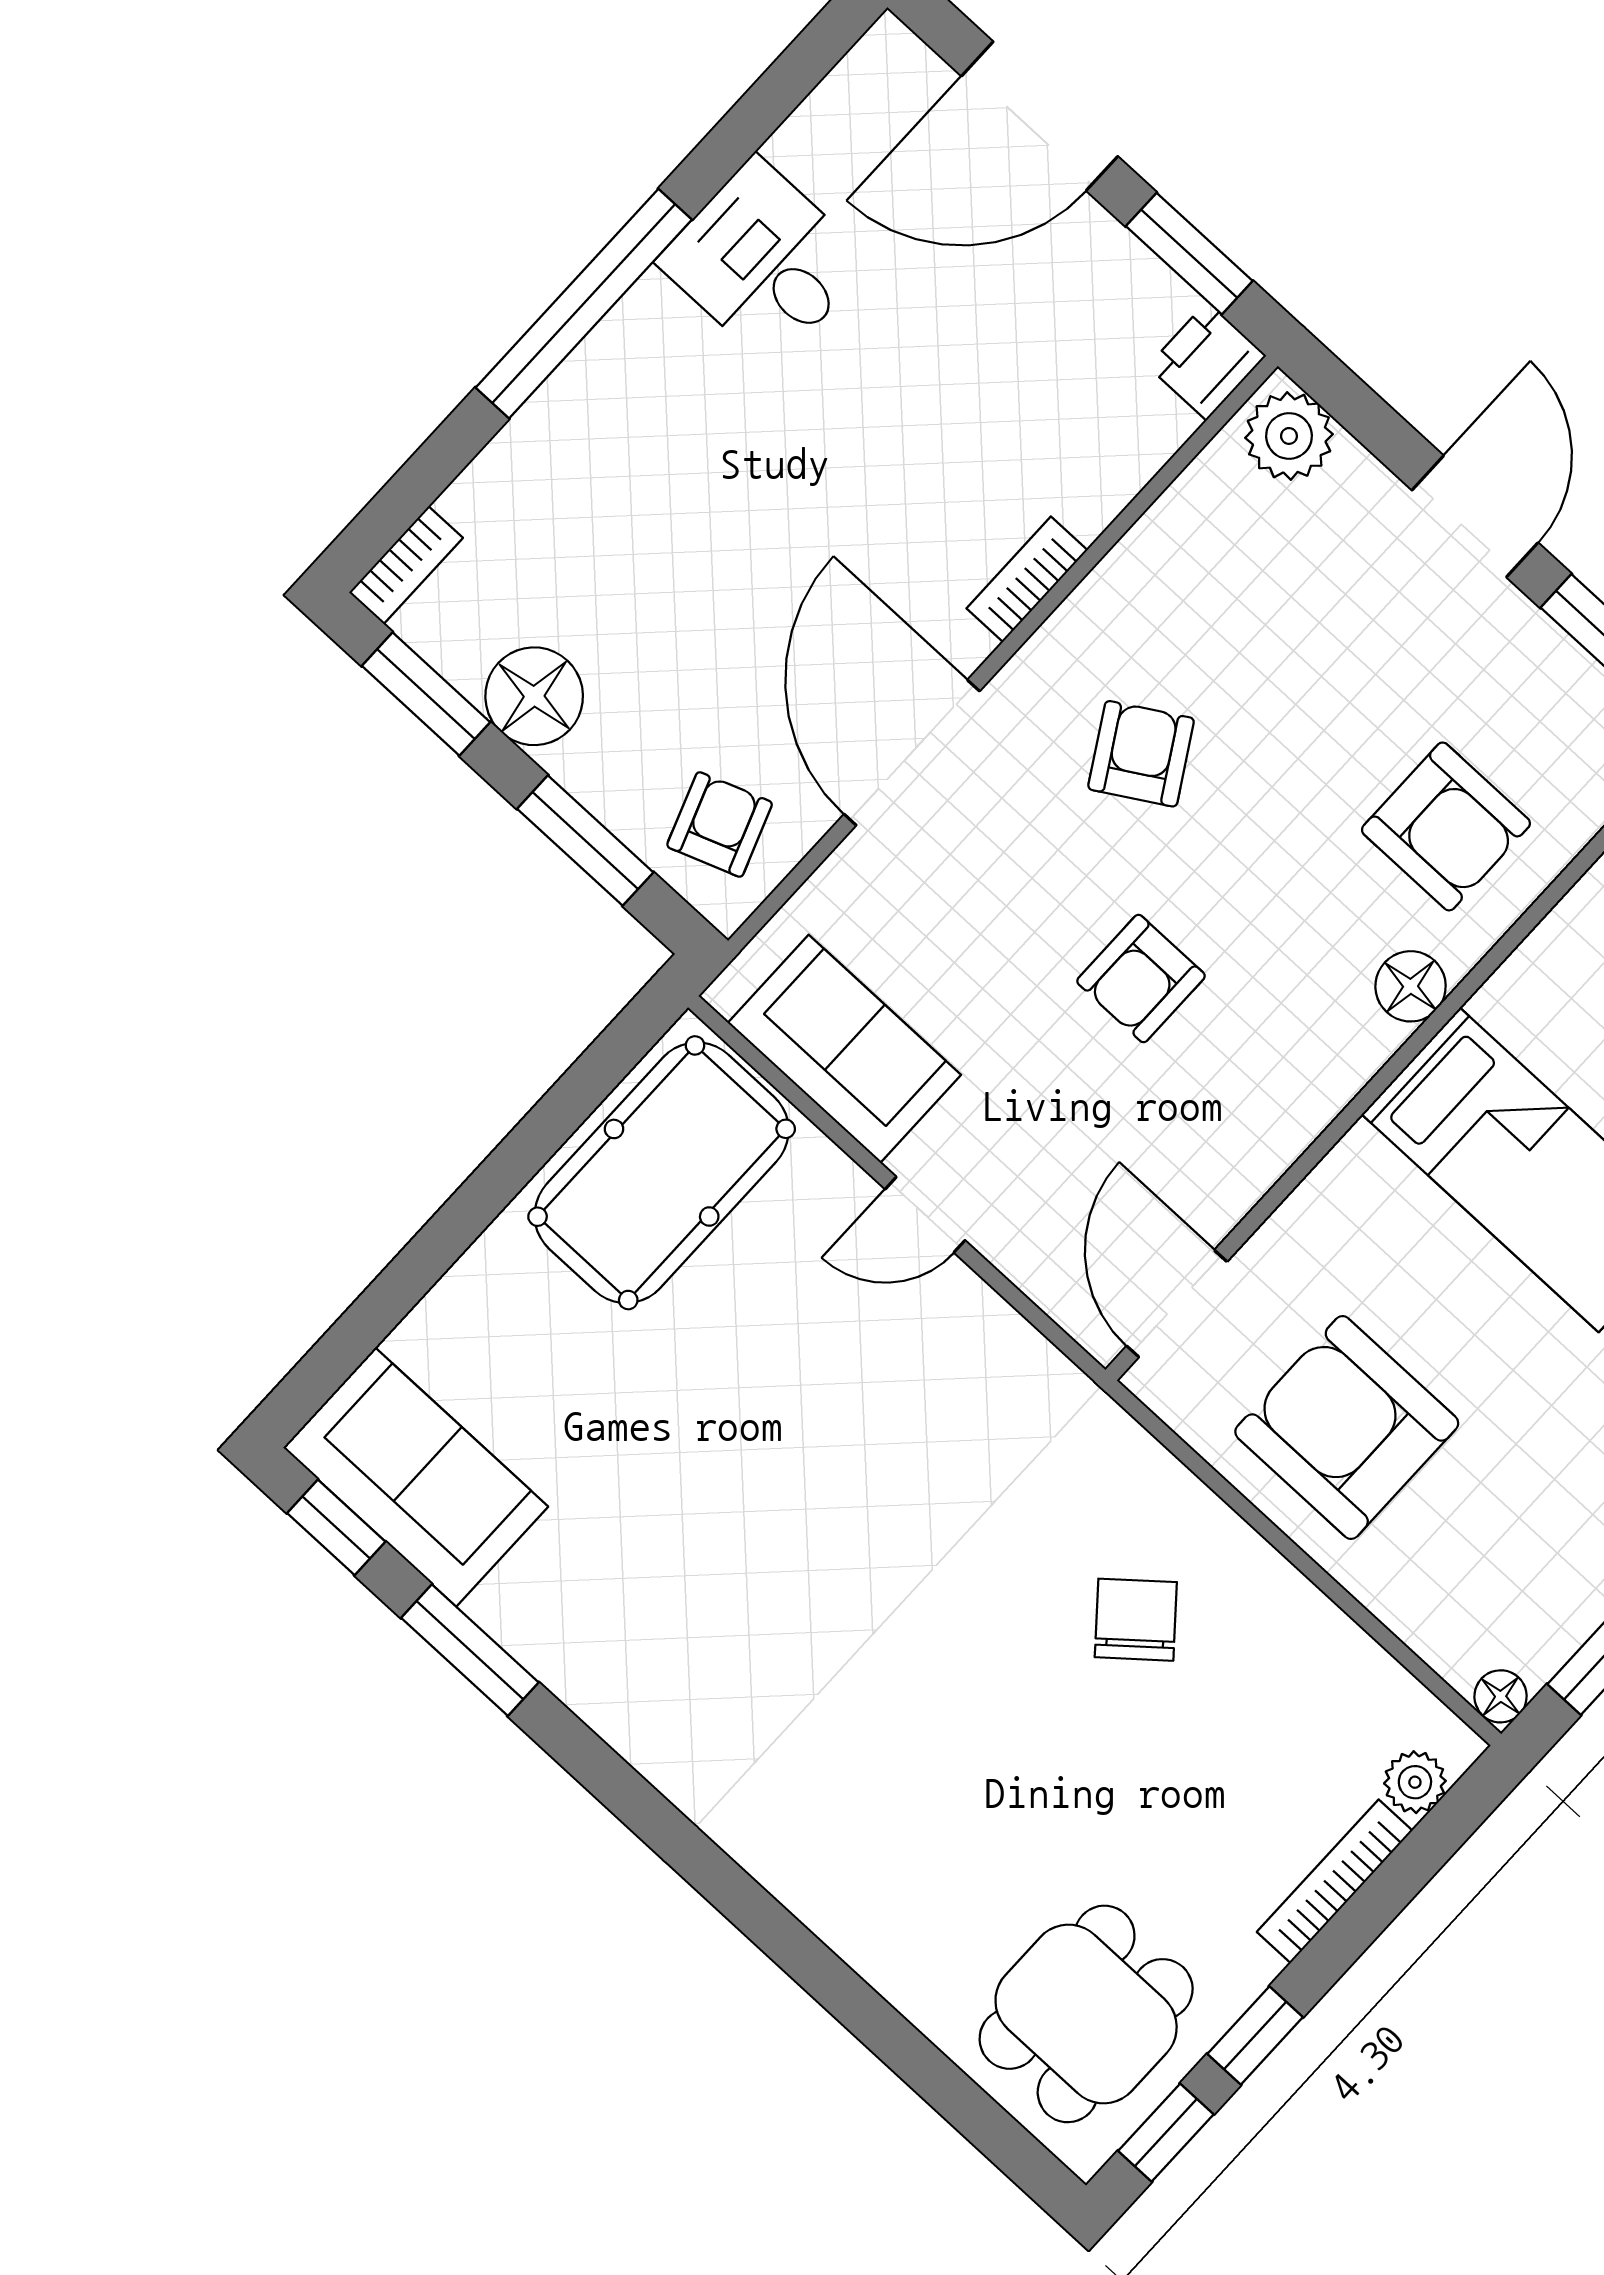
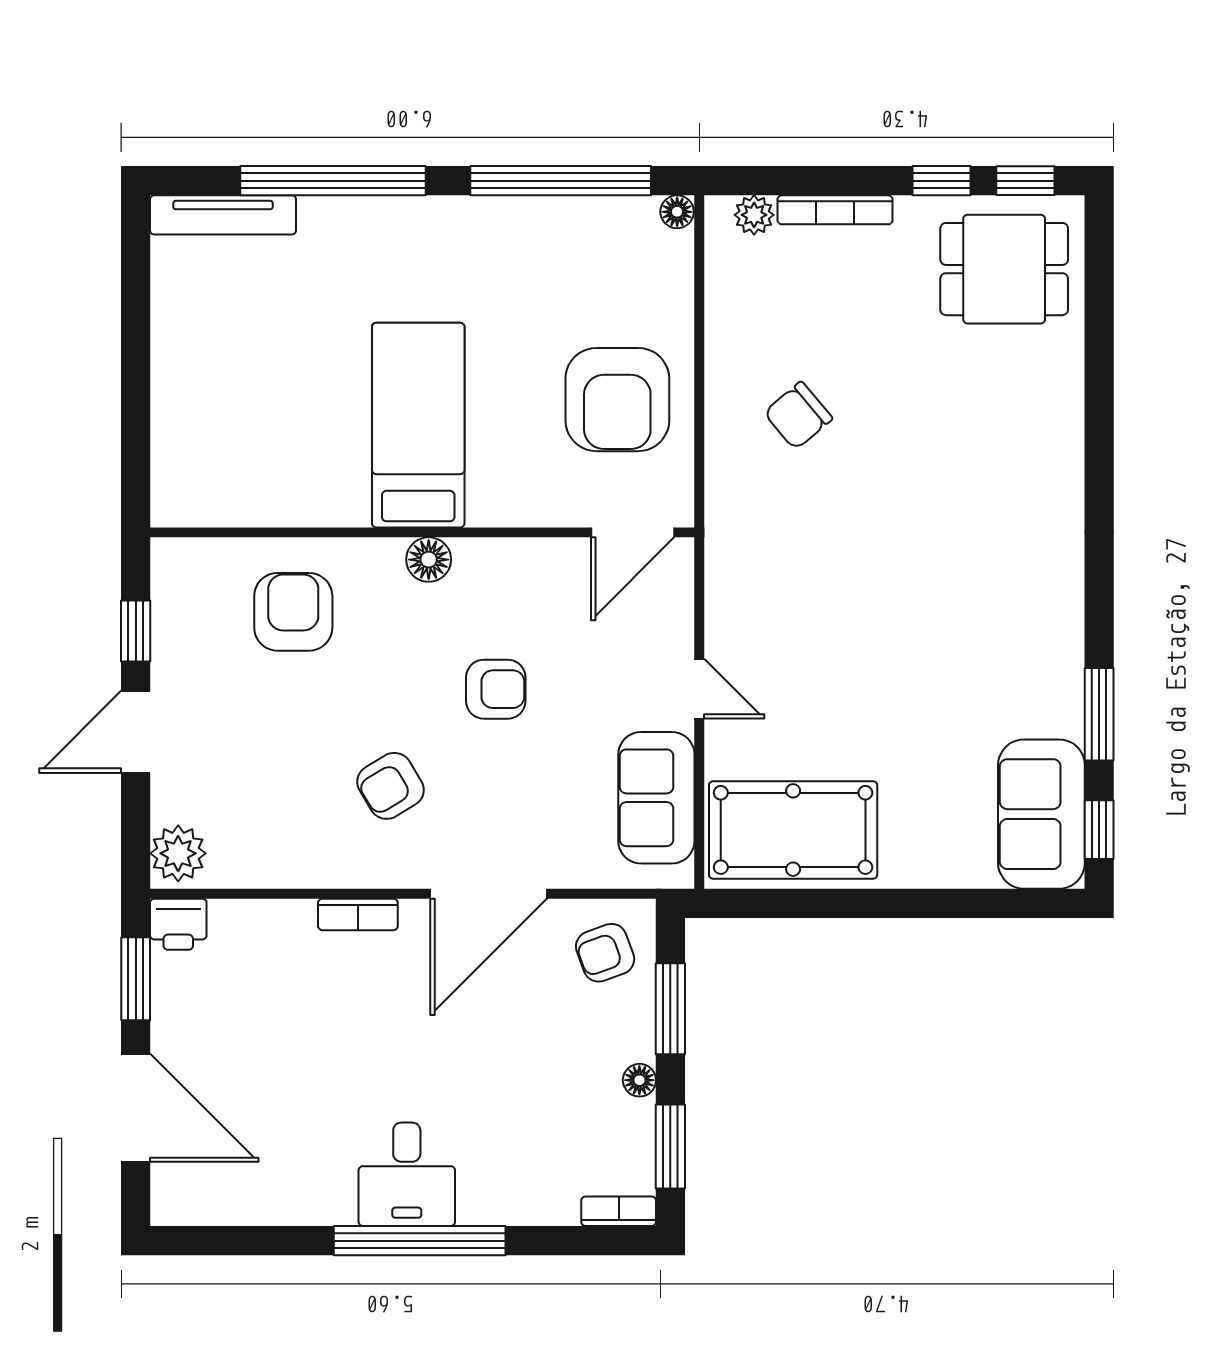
desk: (764, 262) -> (407, 1174), moved
floor lamp: (534, 696) -> (639, 1080), width x0.53, depth x0.53
floor lamp: (1411, 986) -> (429, 560), moved

